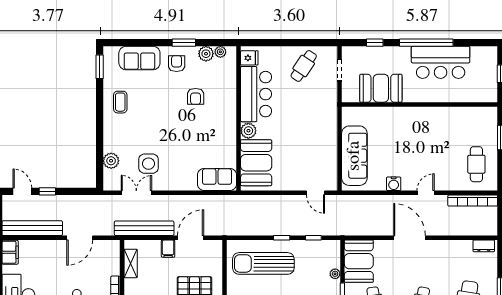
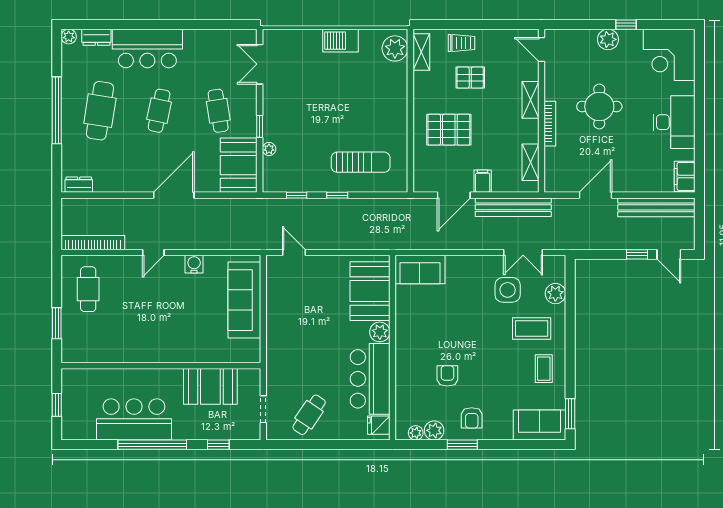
sofa: (139, 58) -> (539, 425), moved
coffee table: (130, 133) -> (532, 329), added
door: (409, 238) -> (174, 195), swing flipped
sun lounger: (263, 263) -> (361, 162), width x0.73, depth x0.75

